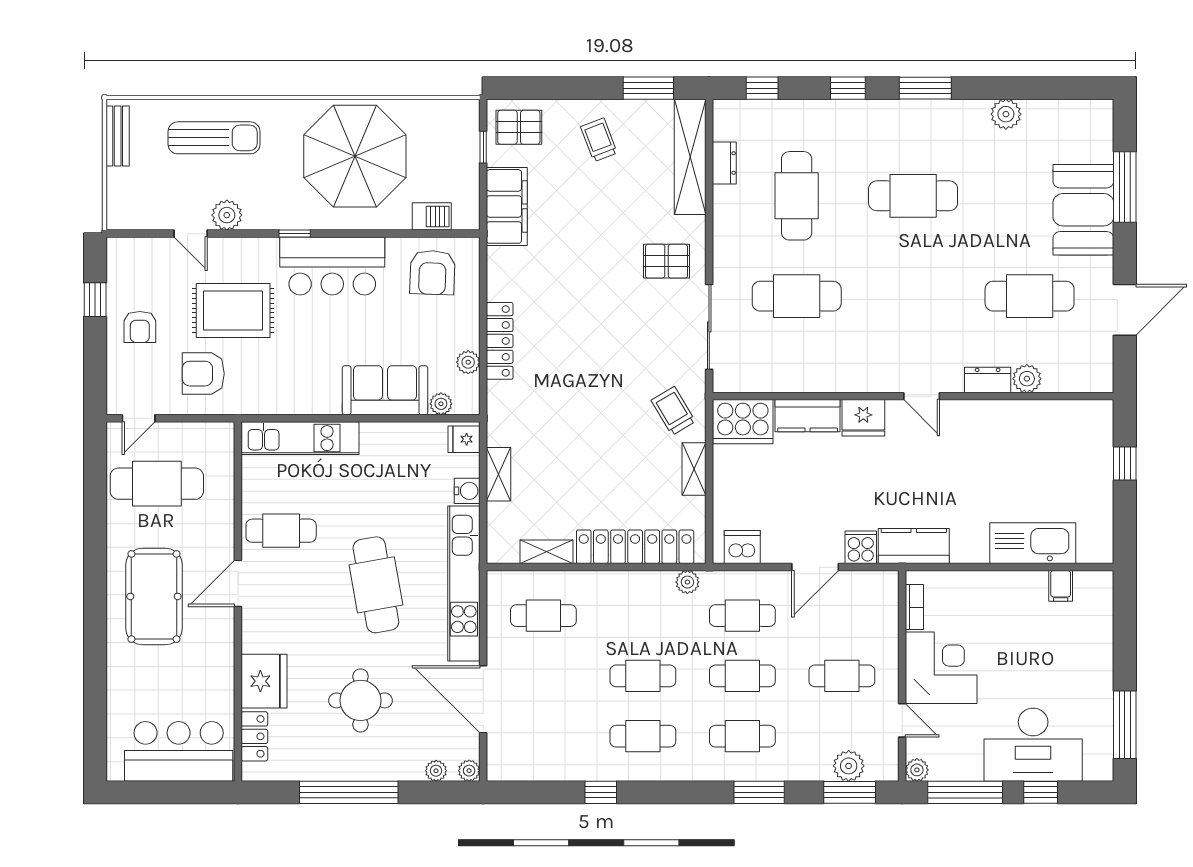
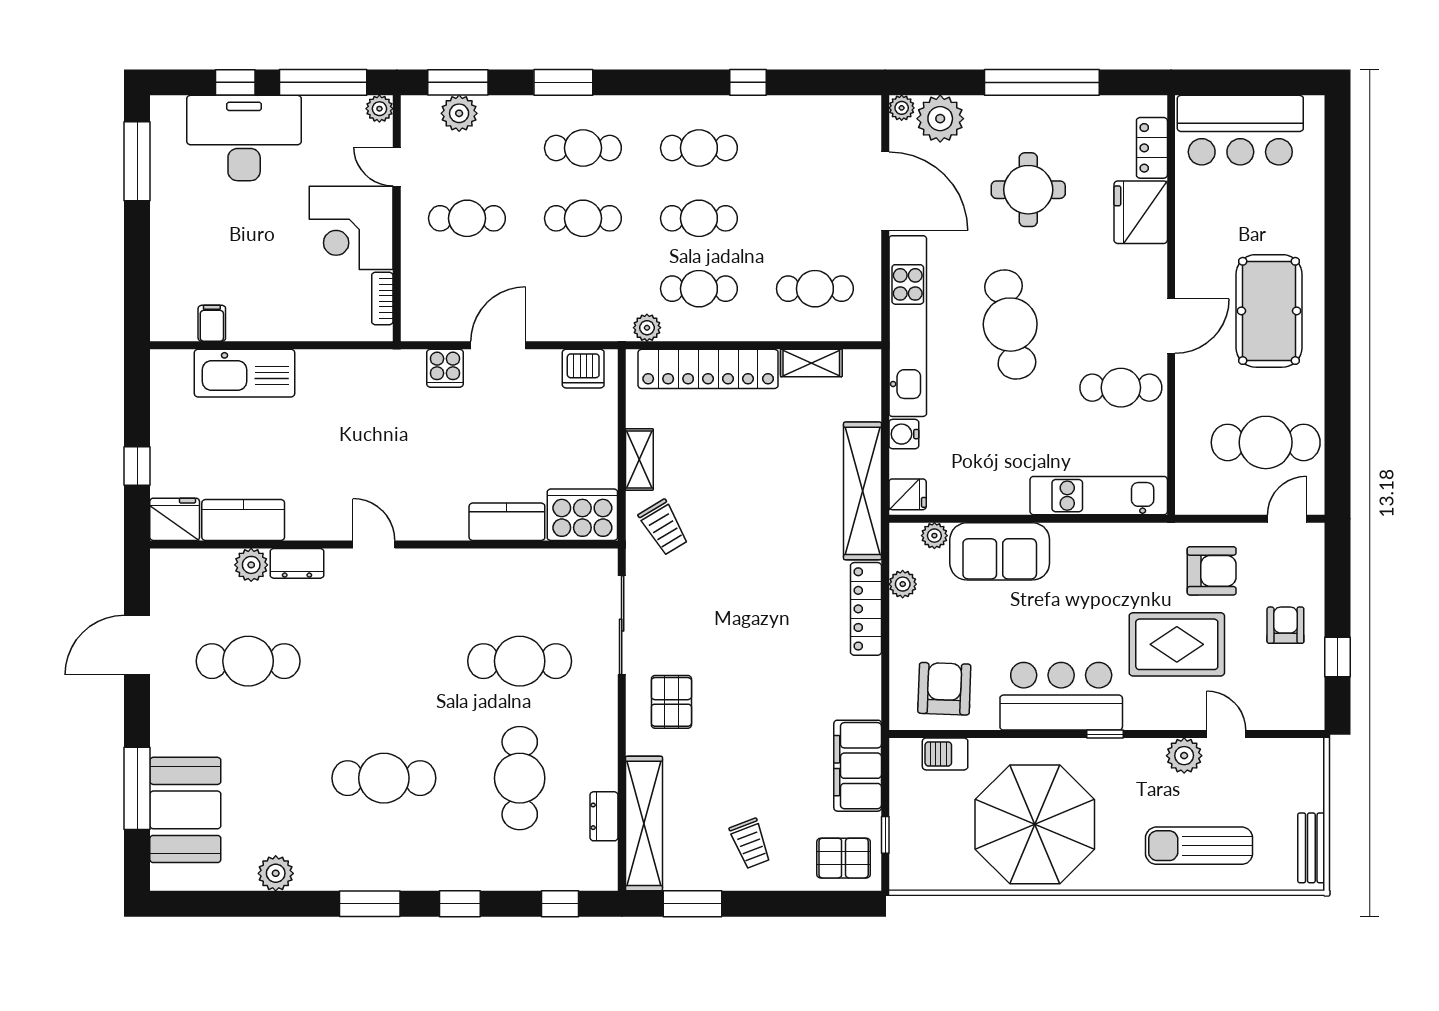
booth: (1083, 210) -> (185, 810), moved
pallet: (666, 261) -> (671, 702), turned 90
fridge: (863, 418) -> (175, 519), moved
shelving: (499, 474) -> (862, 491), width x2.20, depth x1.33
kitchen counter: (914, 546) -> (243, 520), moved, turned 180
cafe table: (742, 616) -> (699, 289), moved
plant: (436, 771) -> (940, 119), width x1.88, depth x1.88

